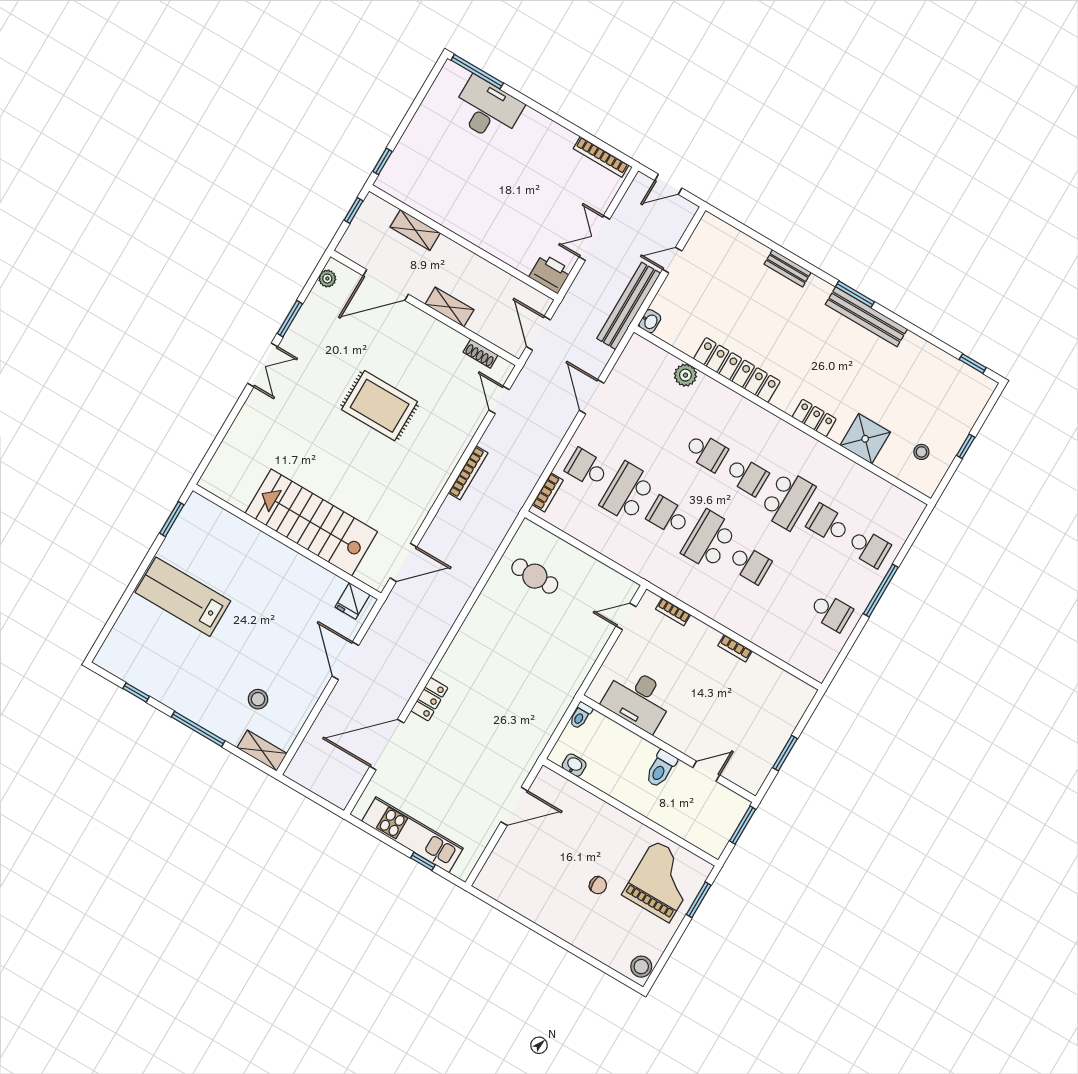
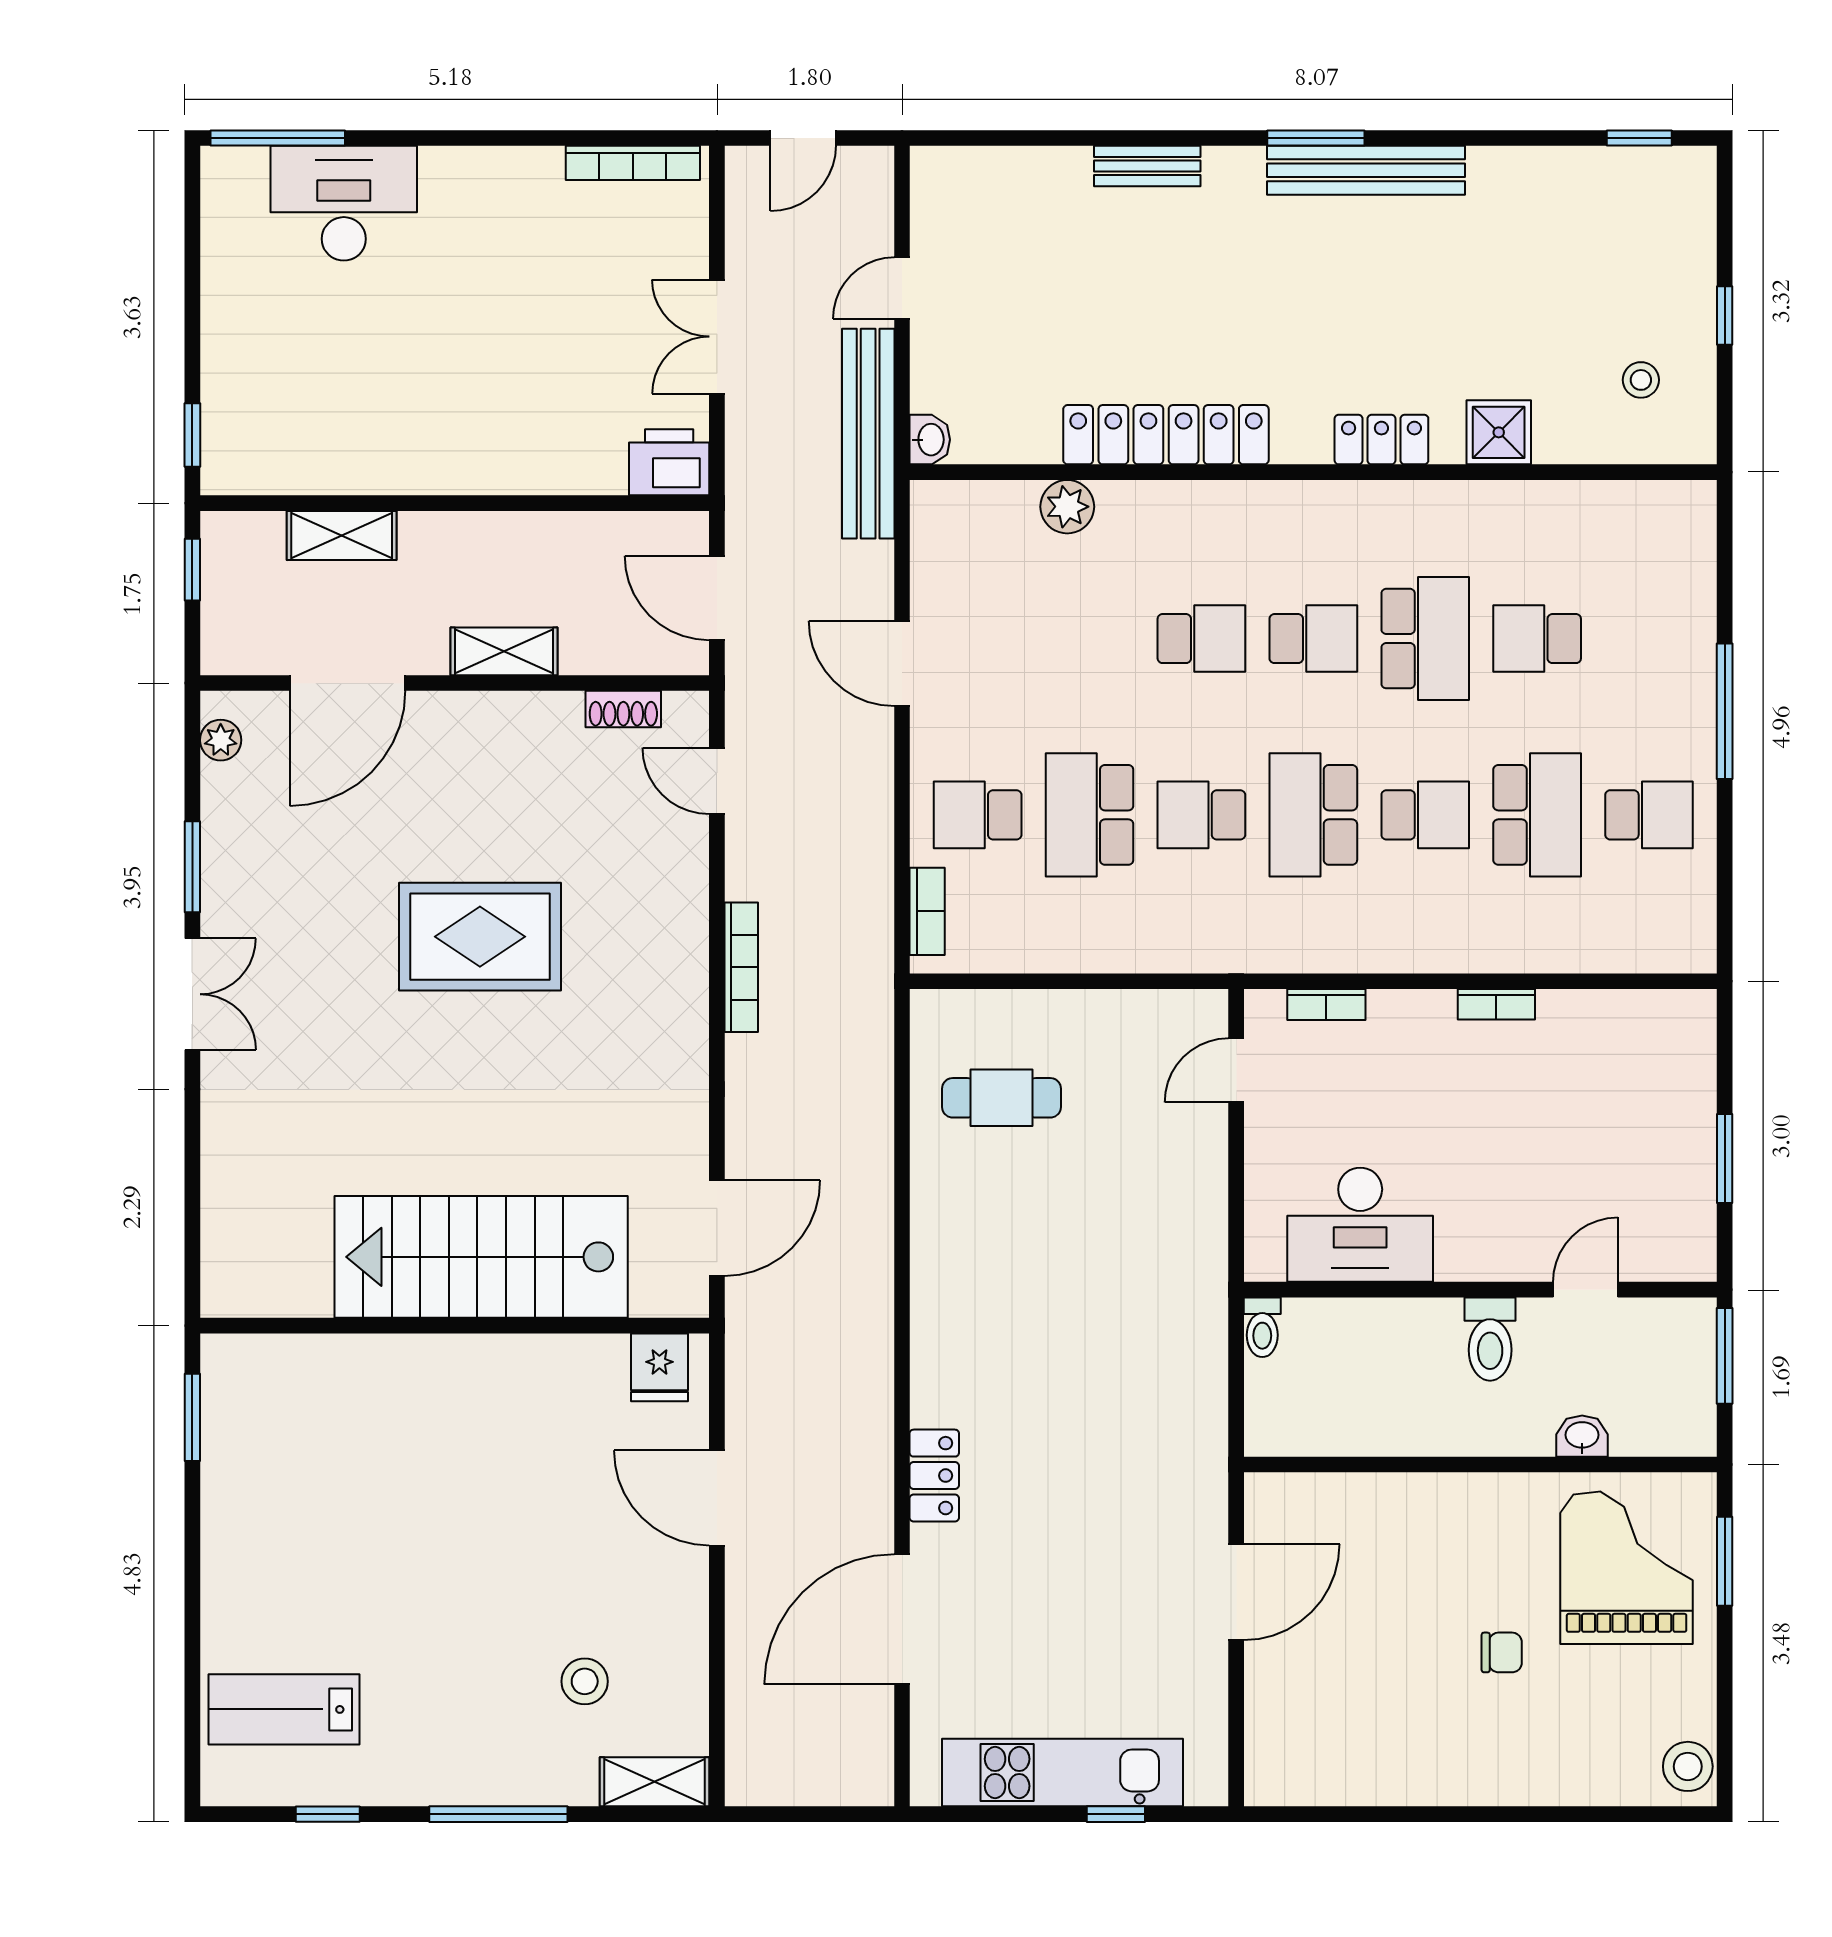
shower: (865, 439) -> (1499, 432), width x0.73, depth x0.73
school desk: (869, 548) -> (1537, 815), moved, width x1.85
lab bench: (183, 597) -> (284, 1709), moved, width x0.73, depth x0.72
washbasin: (574, 765) -> (1582, 1436), moved

